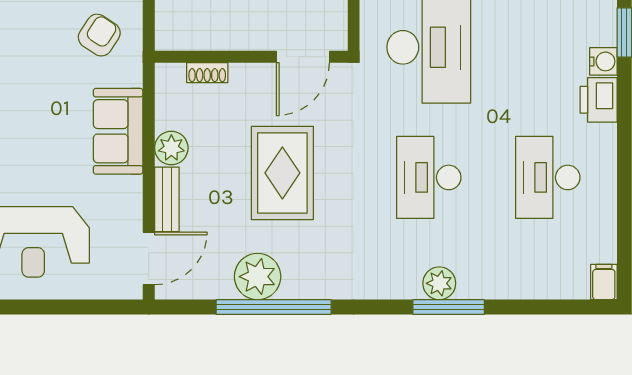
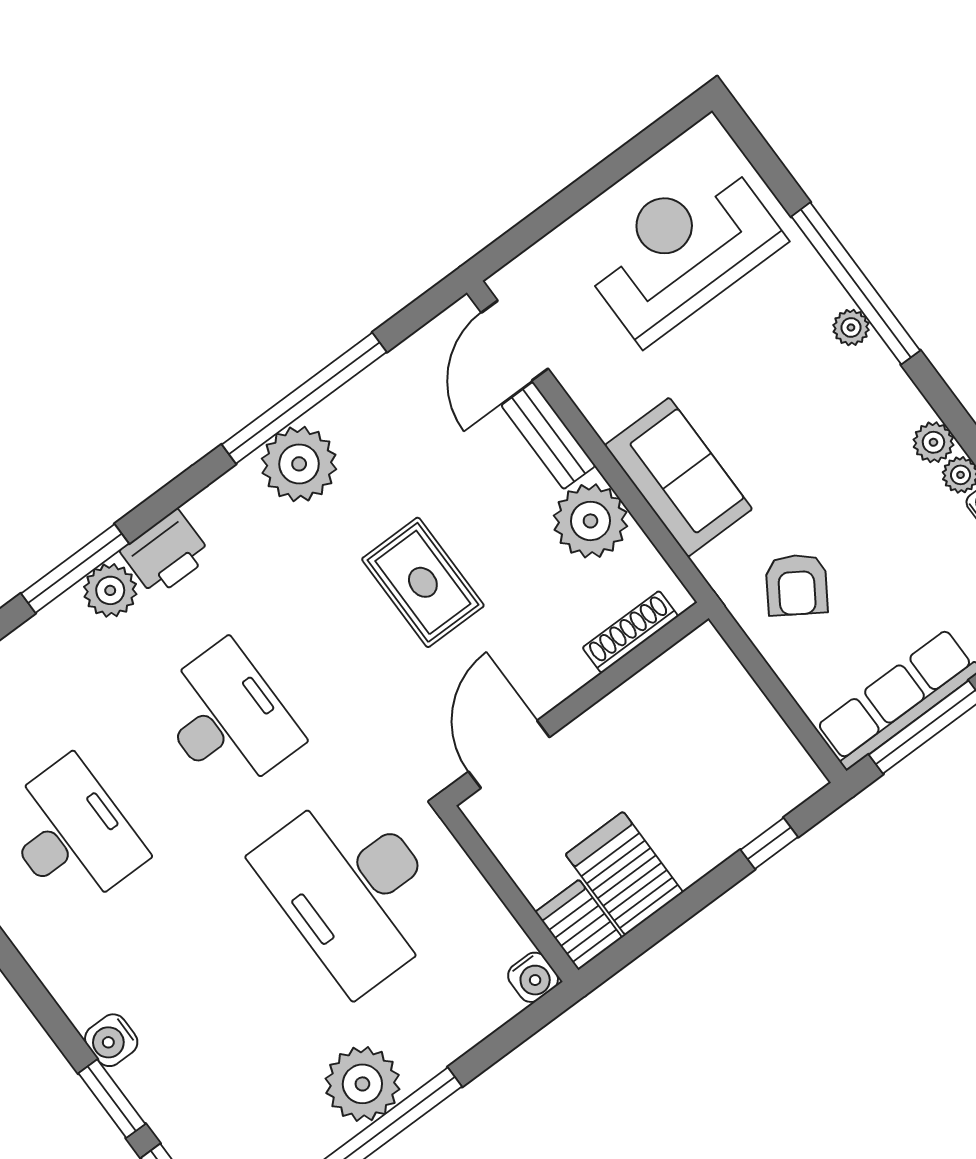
shoe rack: (207, 73) -> (630, 632), width x1.43
printer: (599, 100) -> (166, 553), moved, turned 90
plant: (171, 148) -> (590, 521), width x1.36, depth x1.36
rug: (282, 173) -> (423, 582), width x0.73, depth x0.70
plant: (258, 277) -> (299, 464), moved

